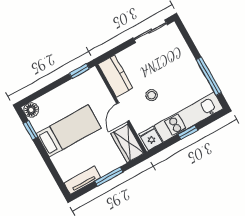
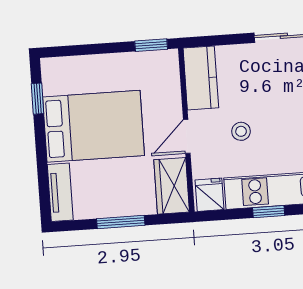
floor lamp: (31, 110) -> (53, 69), removed
bed: (69, 131) -> (93, 126), width x1.50
tv unit: (82, 180) -> (60, 192), moved, turned 90

